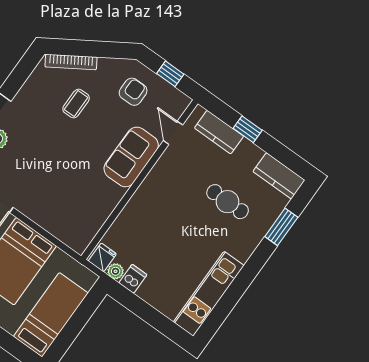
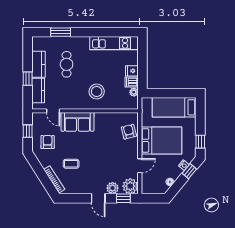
armchair: (133, 92) -> (48, 142), turned 90
door: (173, 133) -> (53, 111), hinge flipped
kitchen counter: (279, 176) -> (38, 64), moved
stool: (156, 217) -> (97, 91), added
armchair: (63, 222) -> (129, 132), added
fridge: (102, 257) -> (132, 71), moved

